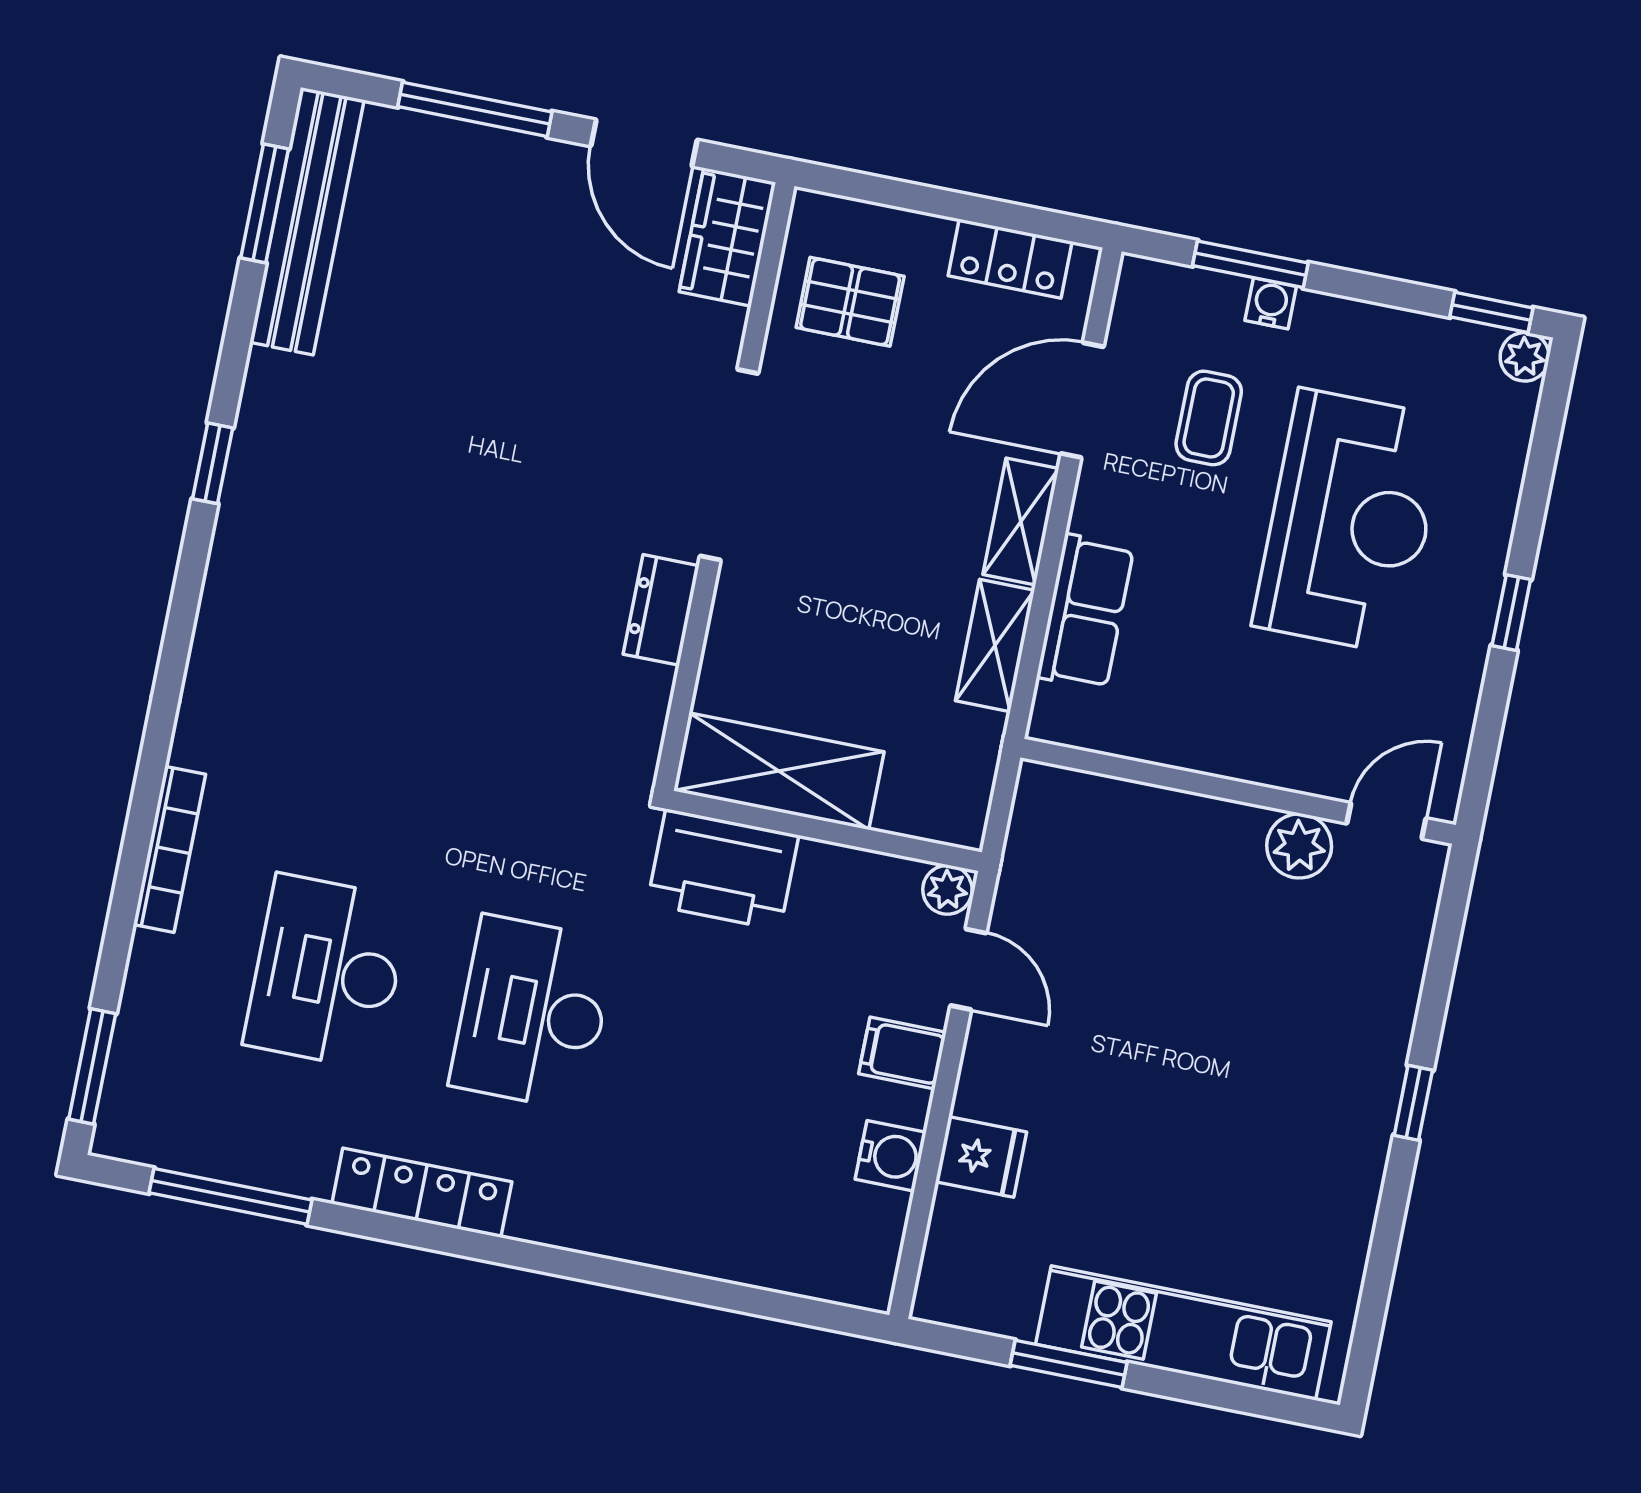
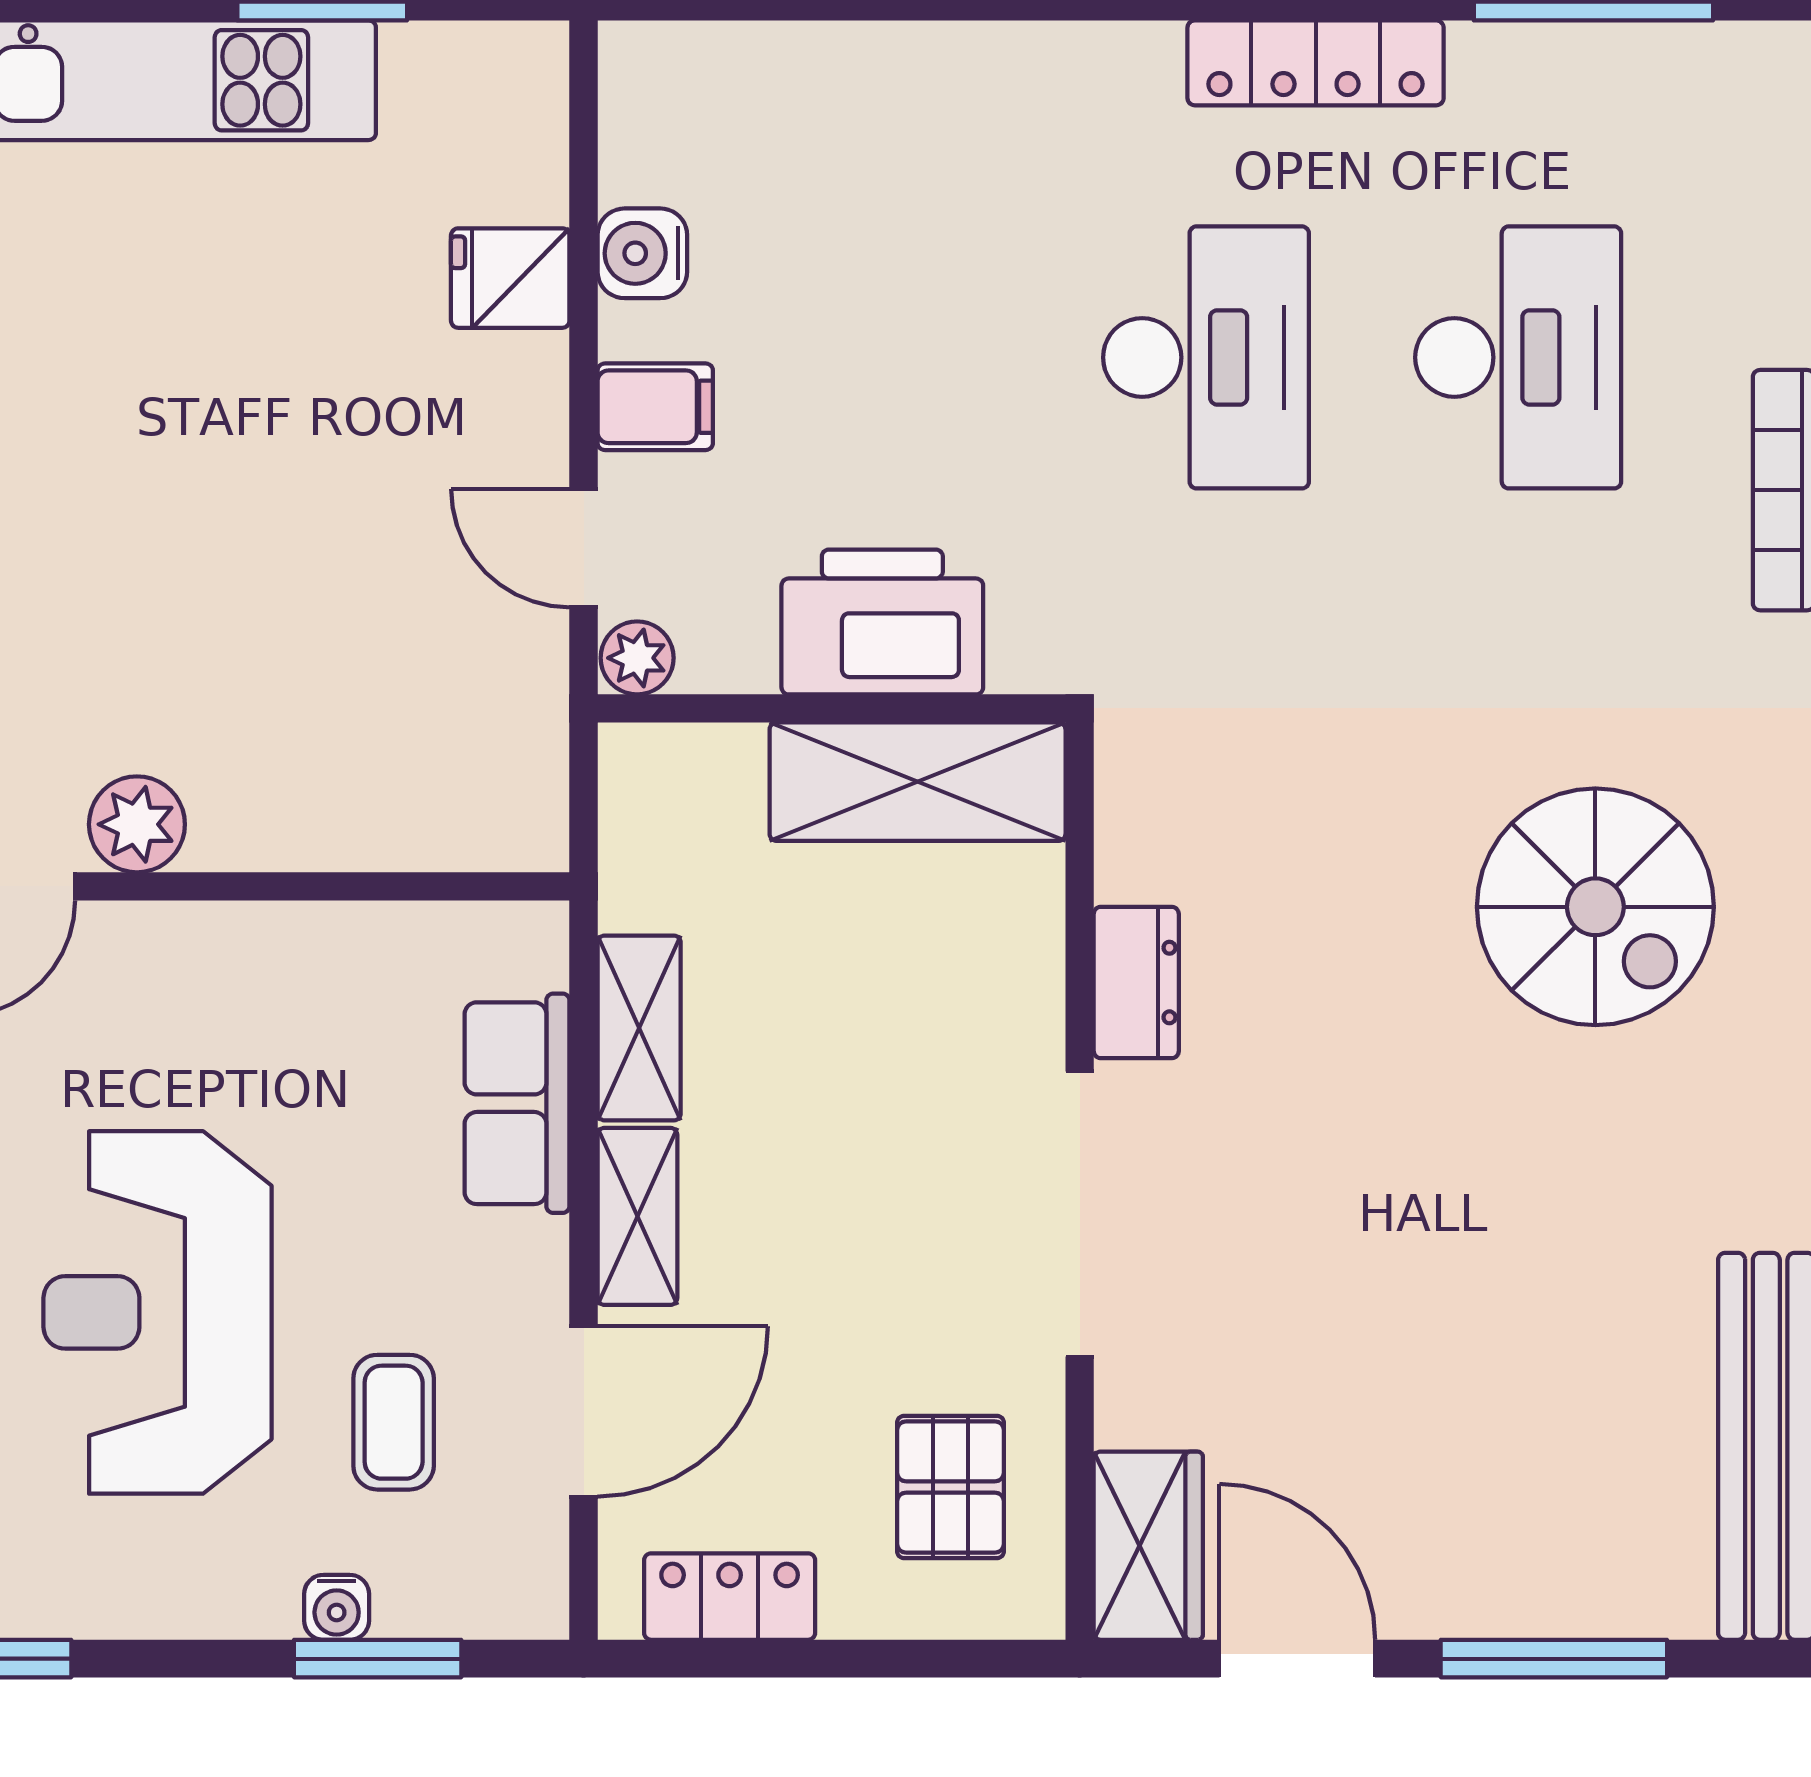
pallet: (850, 302) -> (950, 1487), turned 90
spiral stairs: (348, 599) -> (1595, 907), added
printer: (723, 870) -> (882, 622), moved

